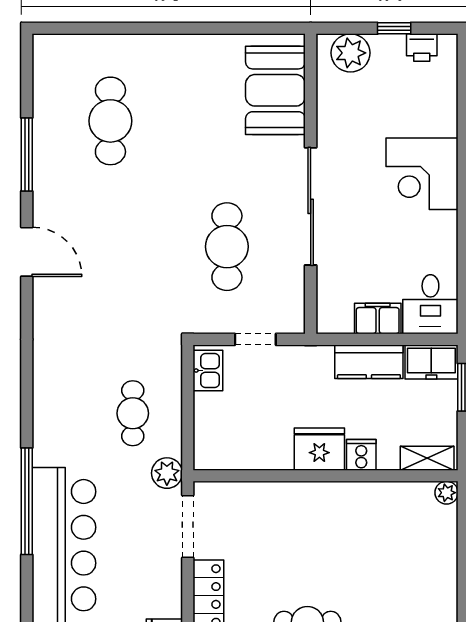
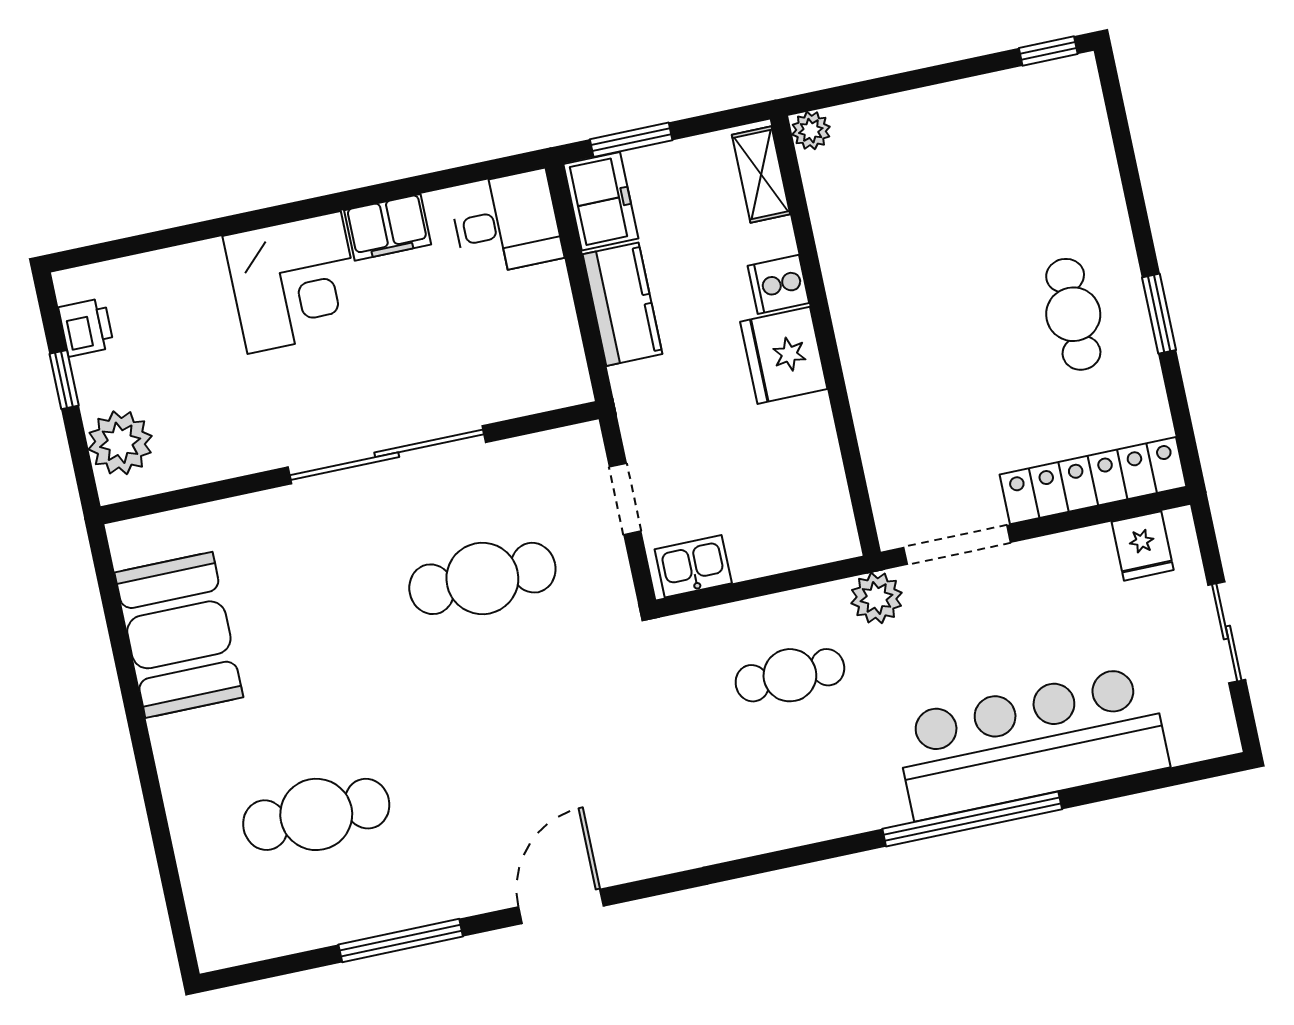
booth: (275, 90) -> (179, 635), moved, turned 90
filing cabinet: (378, 318) -> (388, 227), moved, turned -90

